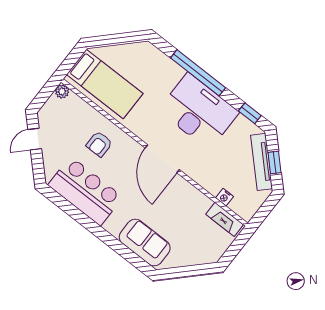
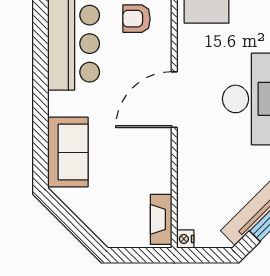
nightstand: (224, 197) -> (185, 239), moved

